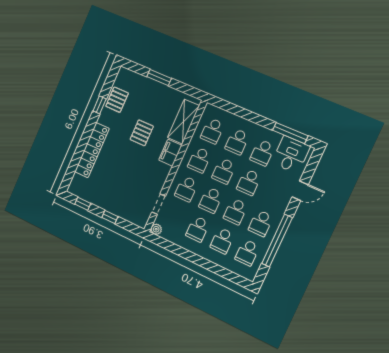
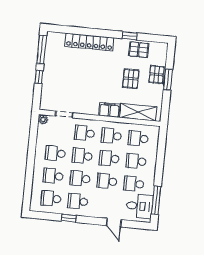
pallet: (150, 89) -> (157, 75), added
pallet: (142, 133) -> (131, 79), moved, turned 90
window: (83, 204) -> (42, 49), width x2.17
window: (277, 241) -> (69, 218), width x0.32

